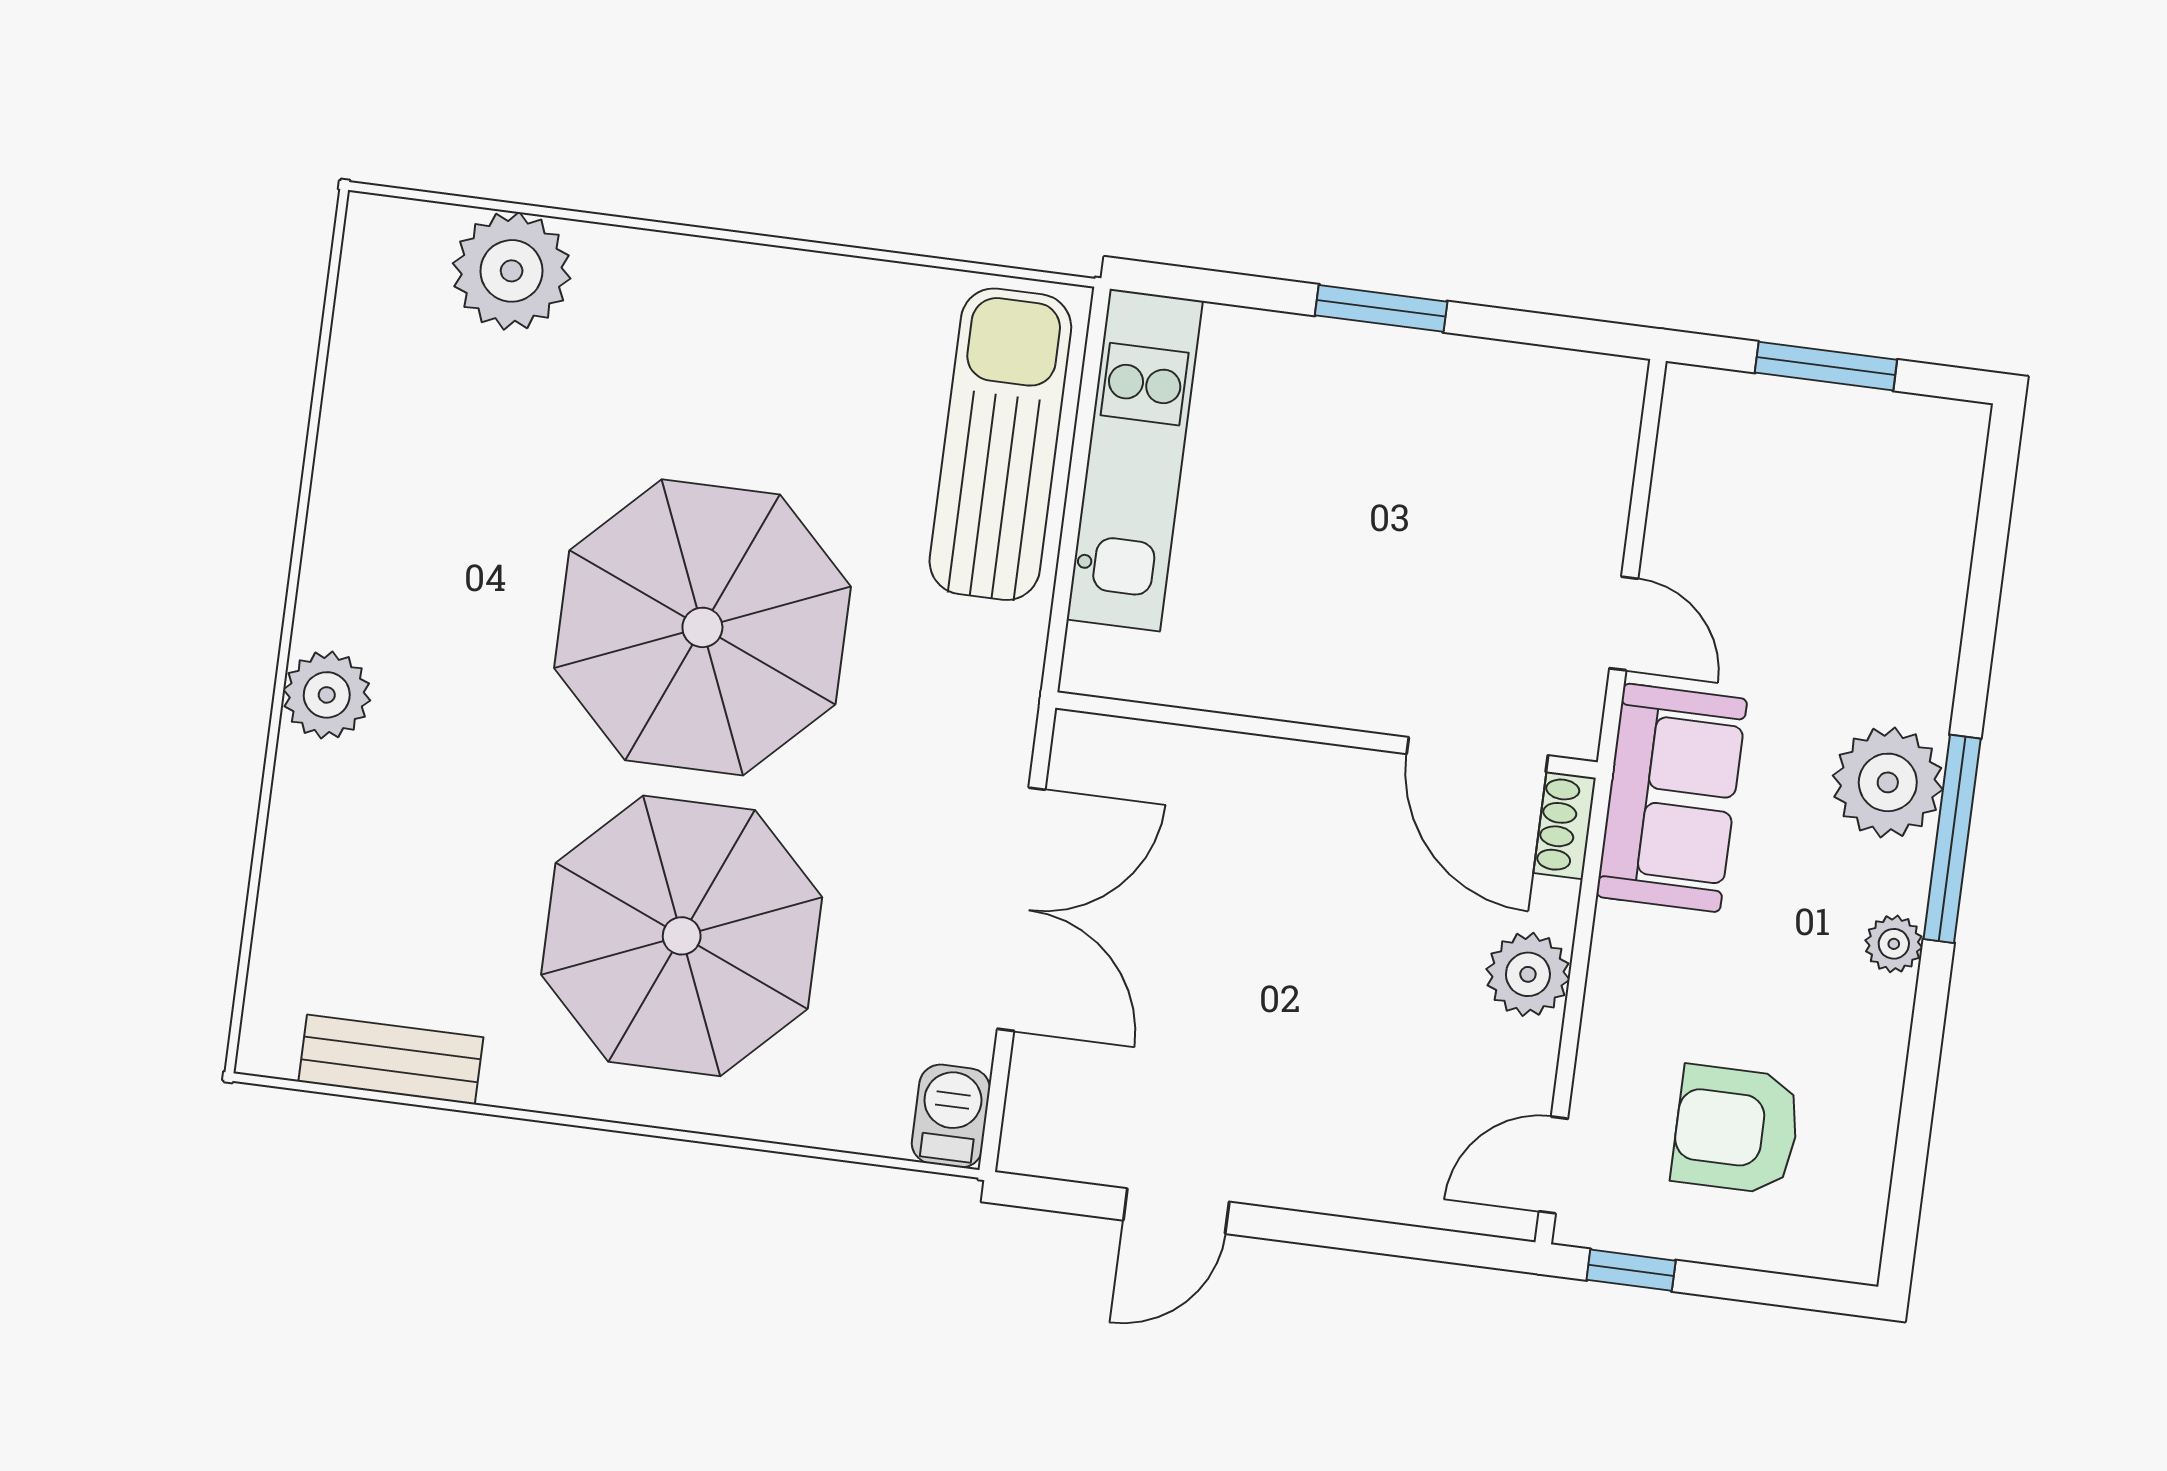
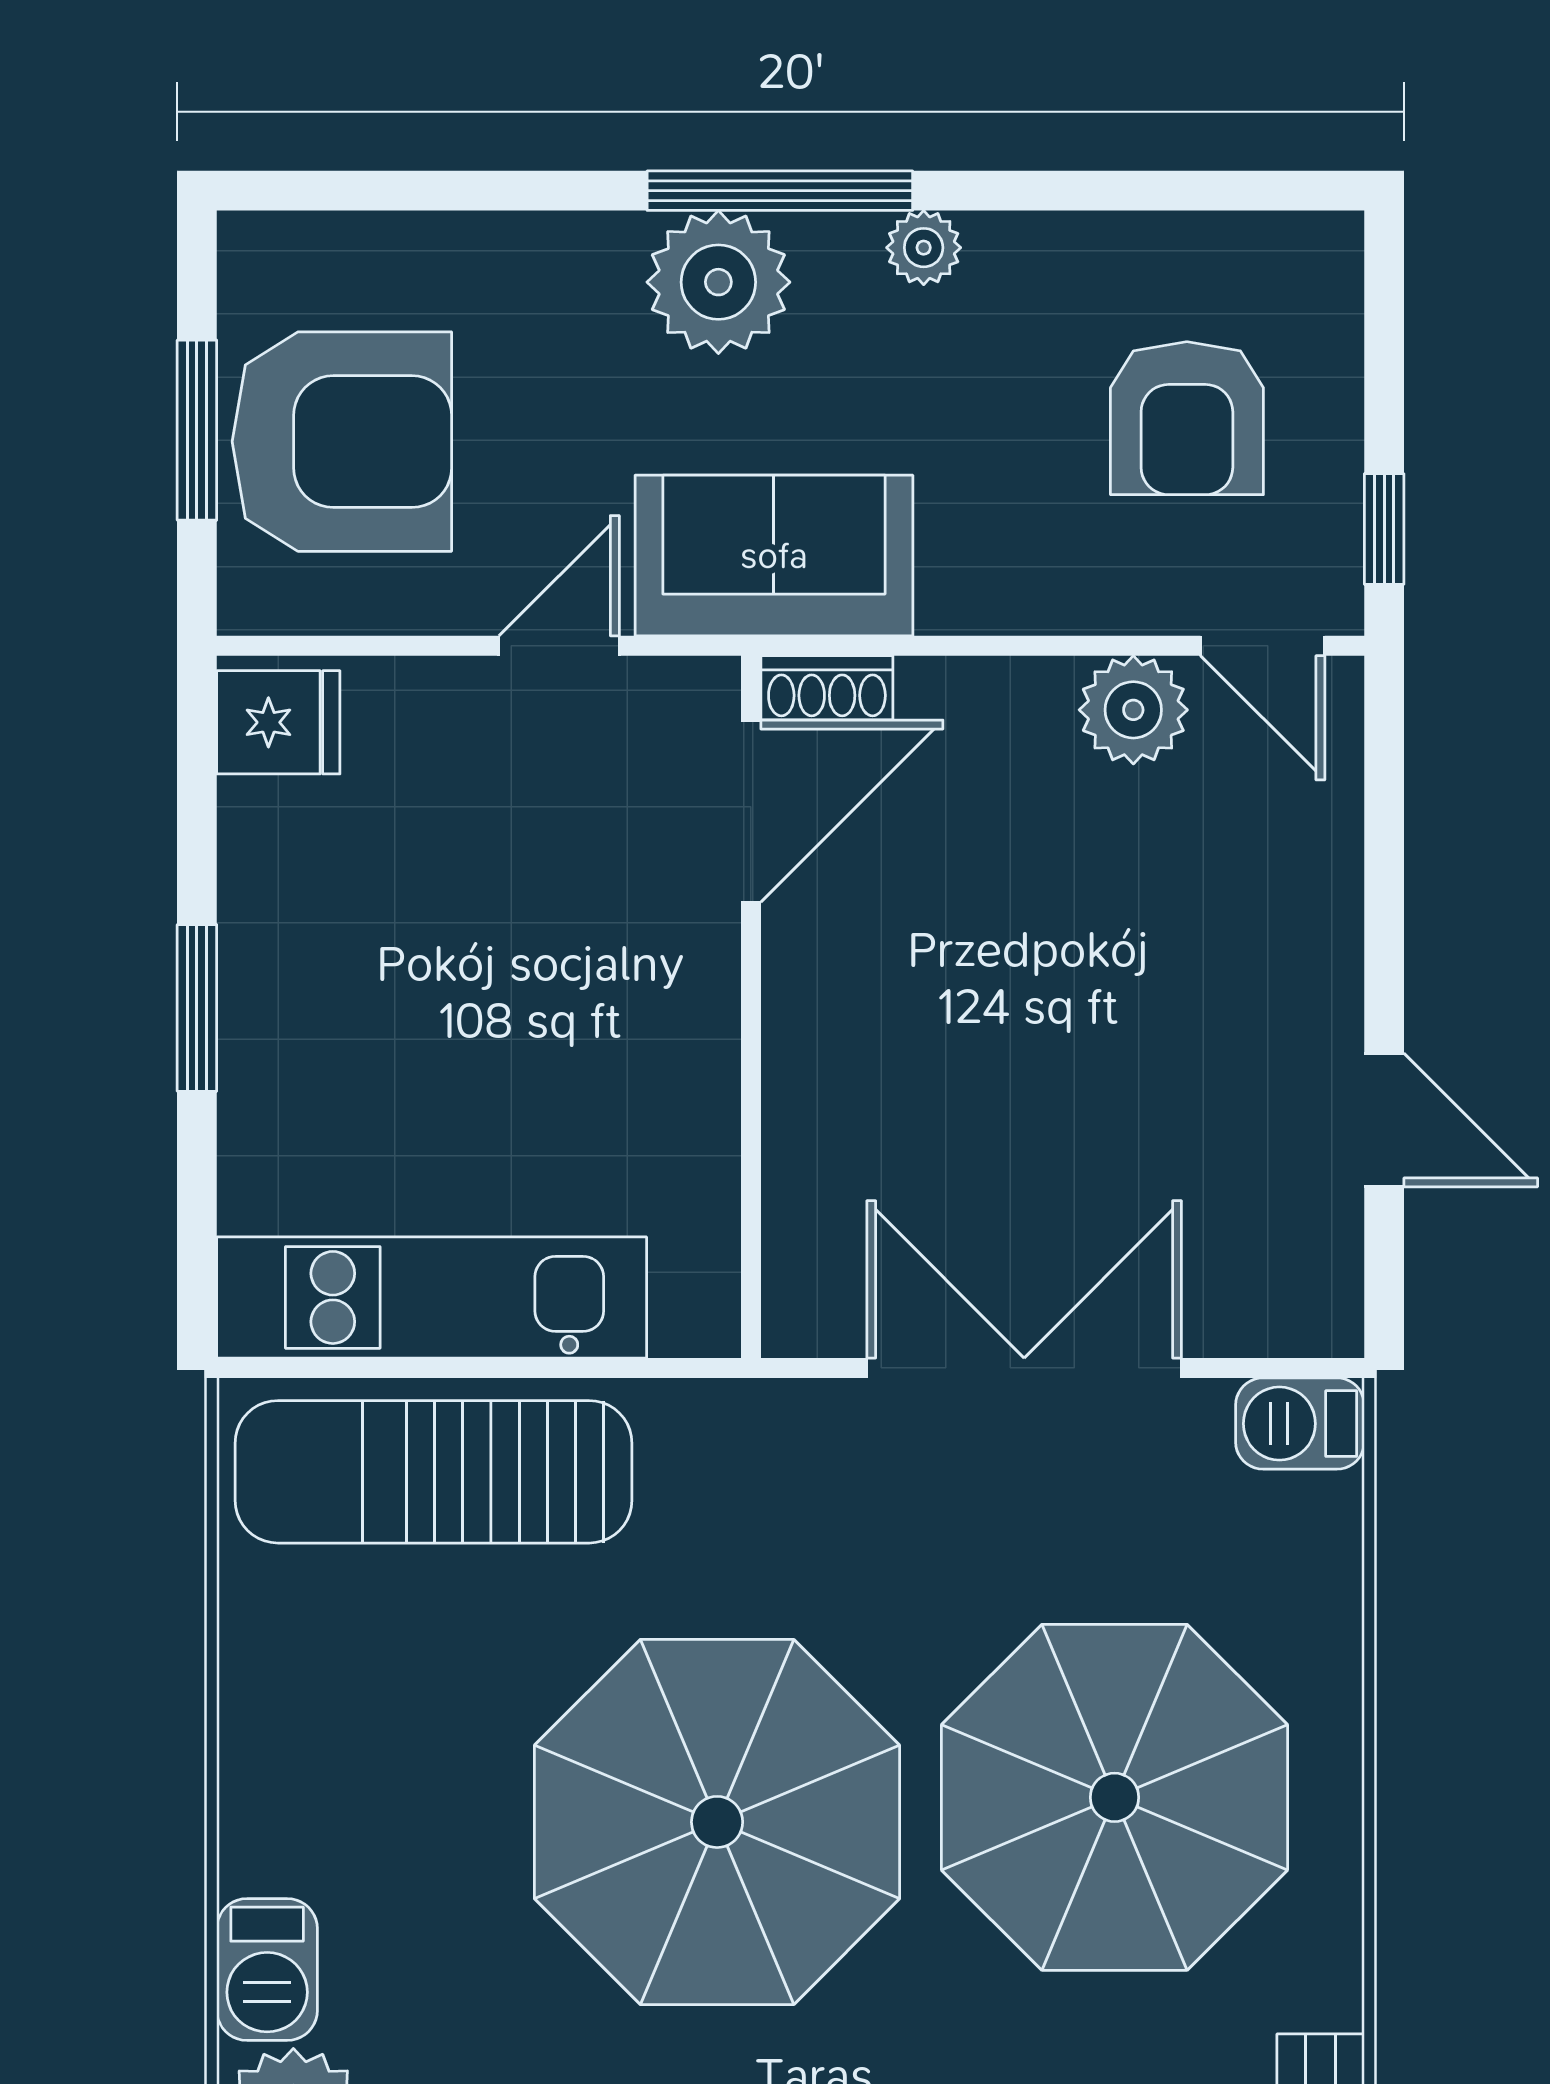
barbecue: (634, 266) -> (267, 1970), added
fridge: (1593, 400) -> (278, 722), added
armchair: (1803, 477) -> (342, 442), added
plant: (1528, 974) -> (1133, 710), moved

